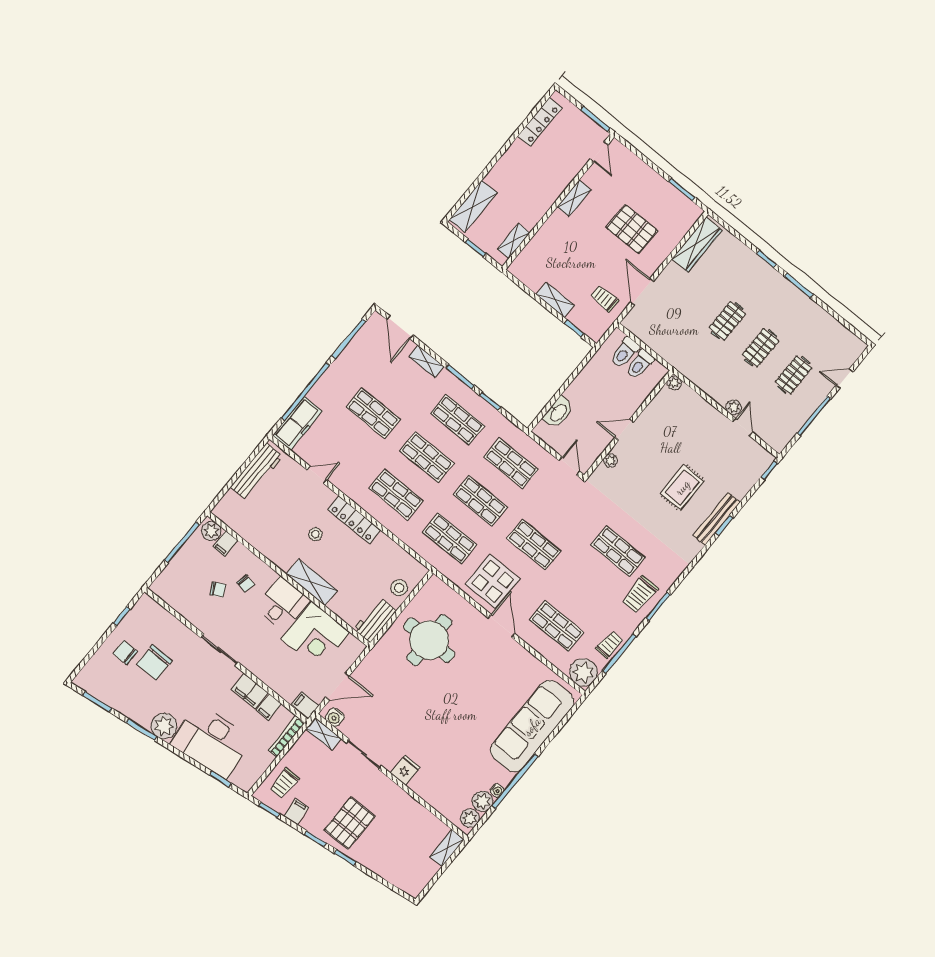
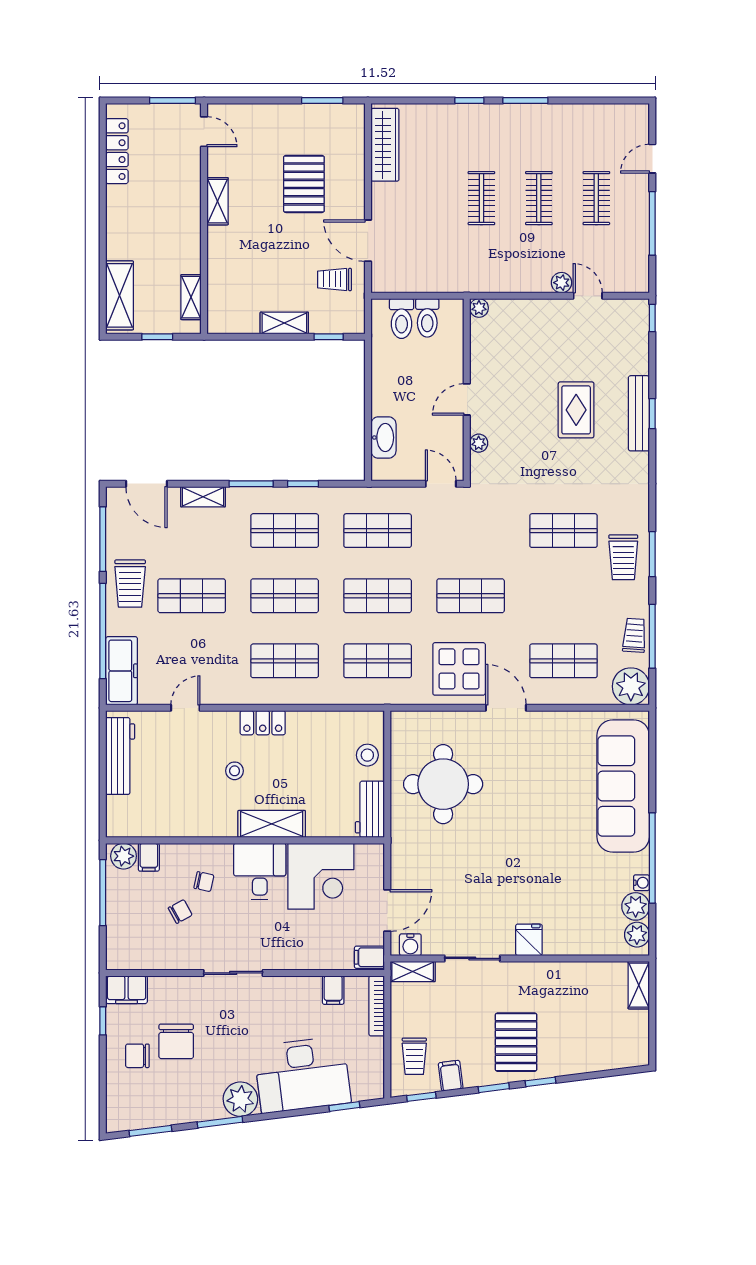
pallet: (632, 229) -> (304, 184), turned 90
trolley: (343, 377) -> (130, 584), added
locker: (354, 520) -> (263, 723), width x0.66
filing cabinet: (250, 691) -> (127, 990), moved

